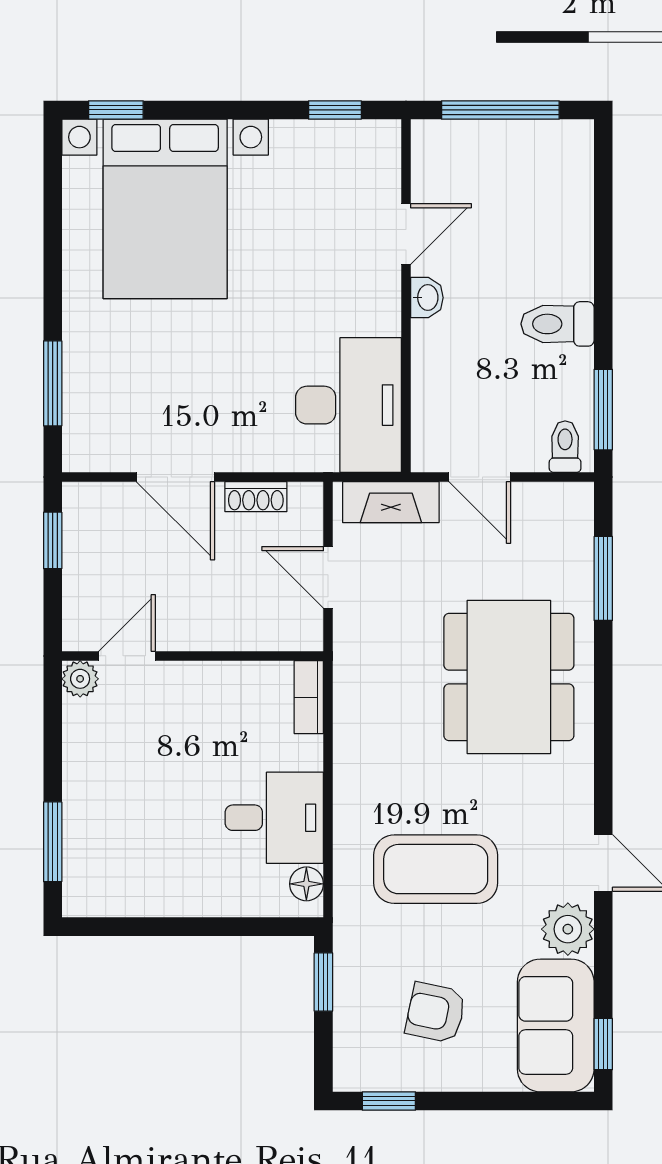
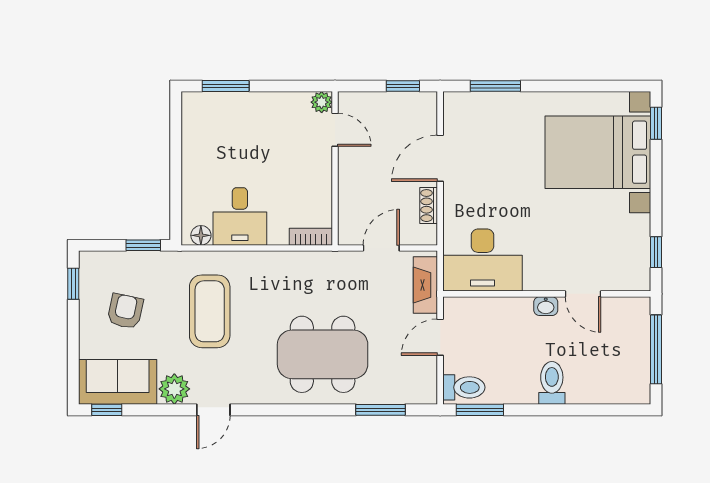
toilet: (557, 324) -> (552, 383), moved
toilet: (565, 447) -> (464, 387), width x1.37, depth x1.39

